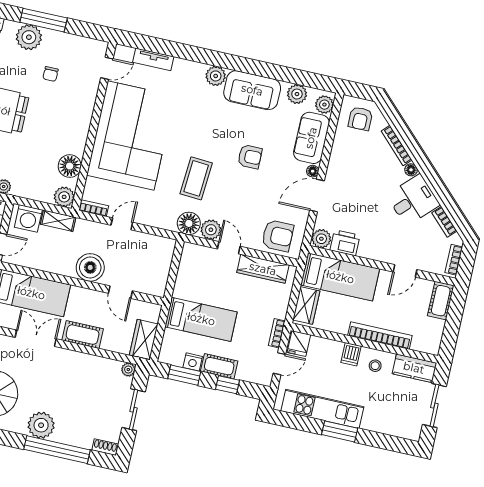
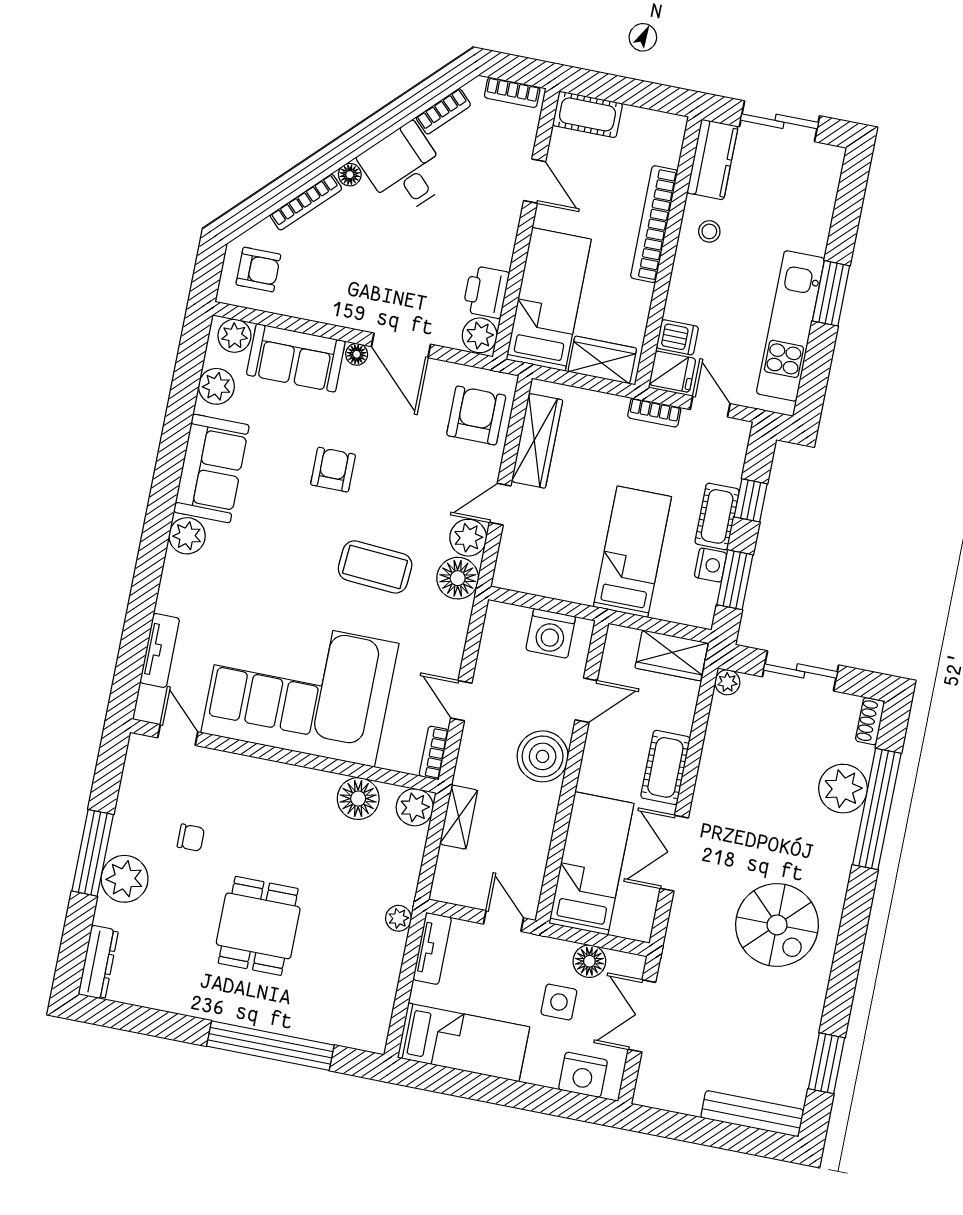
washing machine: (28, 218) -> (551, 633), moved, turned 90
dishwasher: (351, 354) -> (677, 337), moved
plant: (41, 425) -> (843, 789), moved

